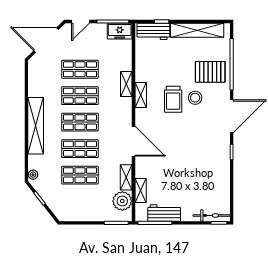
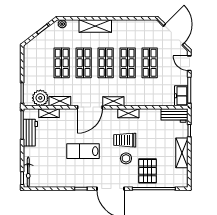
shelving: (197, 30) -> (182, 153), width x0.68
workbench: (153, 31) -> (175, 115), moved, turned -90
shelving: (126, 84) -> (113, 101), moved
shelving: (36, 126) -> (95, 26), width x0.68
lab bench: (186, 150) -> (83, 151), added

